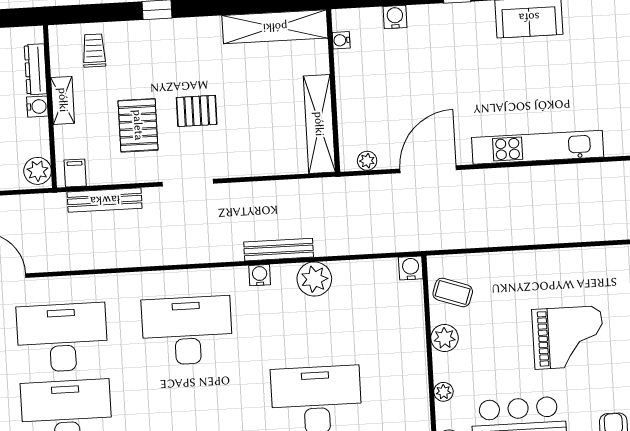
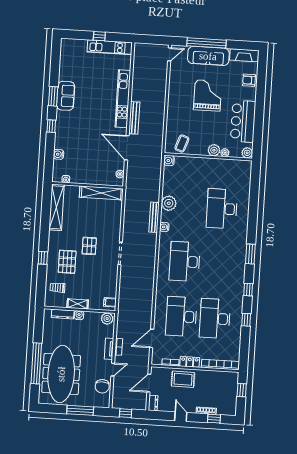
pallet: (138, 125) -> (67, 262), moved, turned 90
bench: (105, 200) -> (134, 118), moved
plant: (445, 338) -> (214, 150), moved

